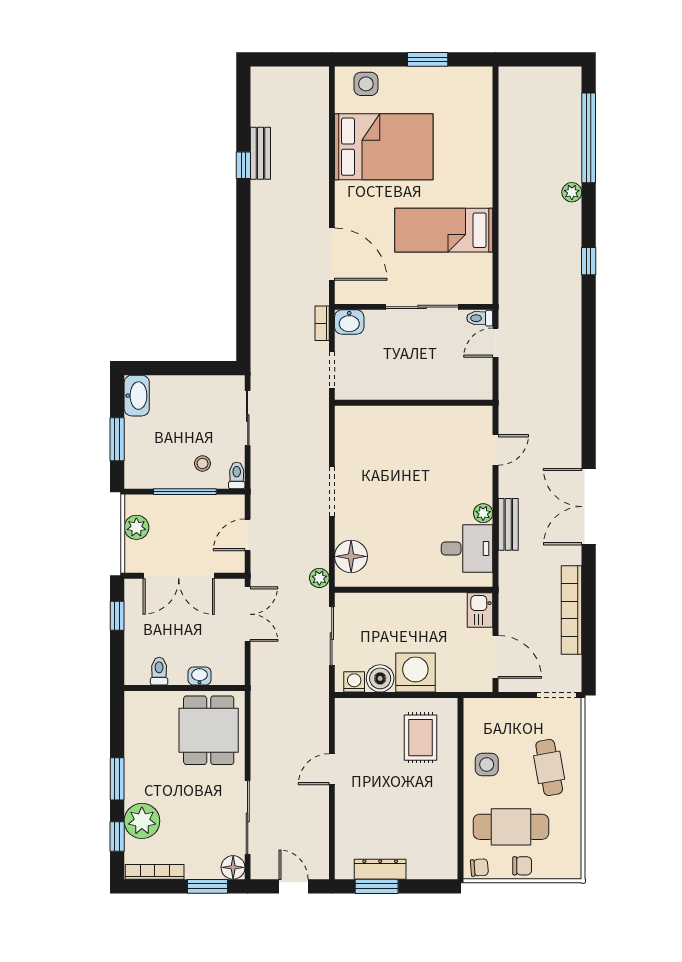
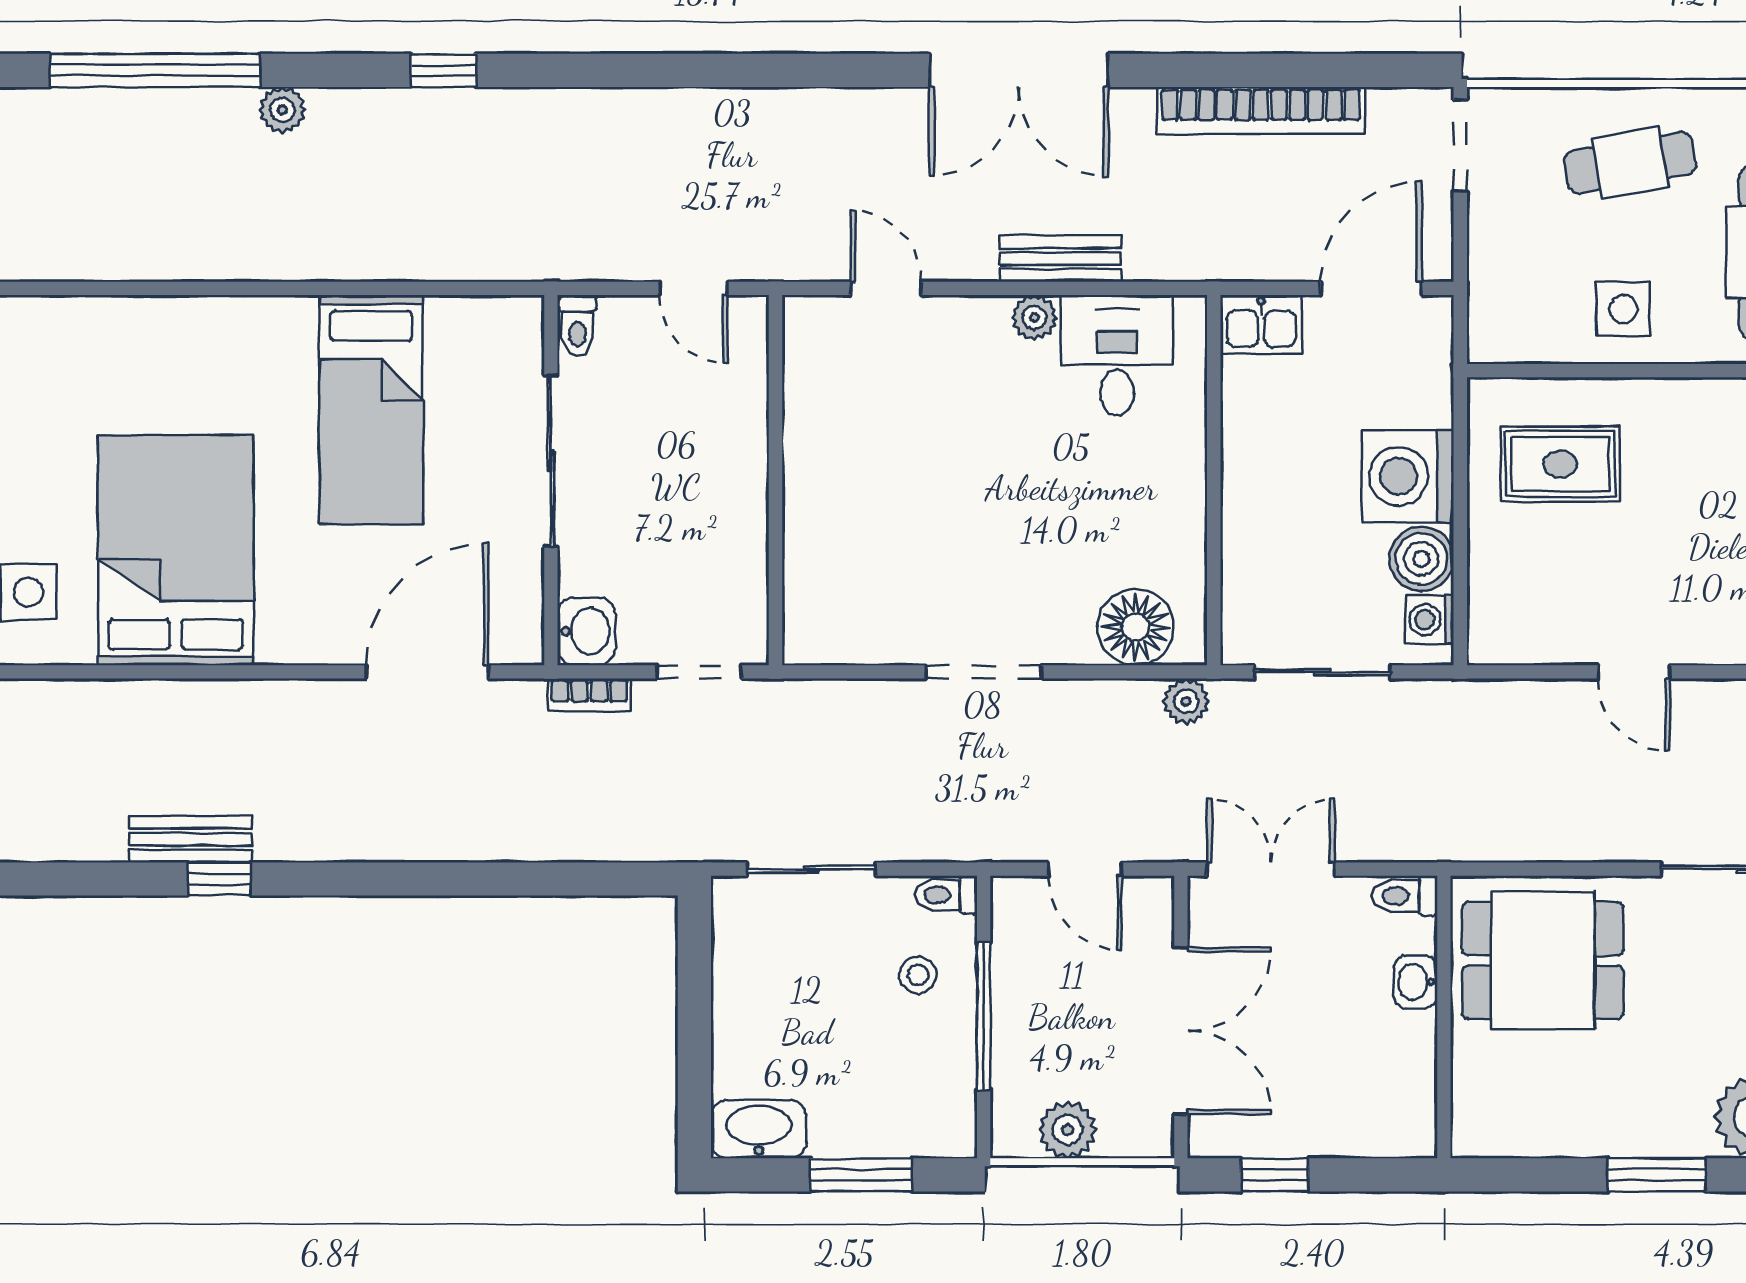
door: (496, 343) -> (694, 288), moved
toilet: (159, 671) -> (1405, 896), moved

